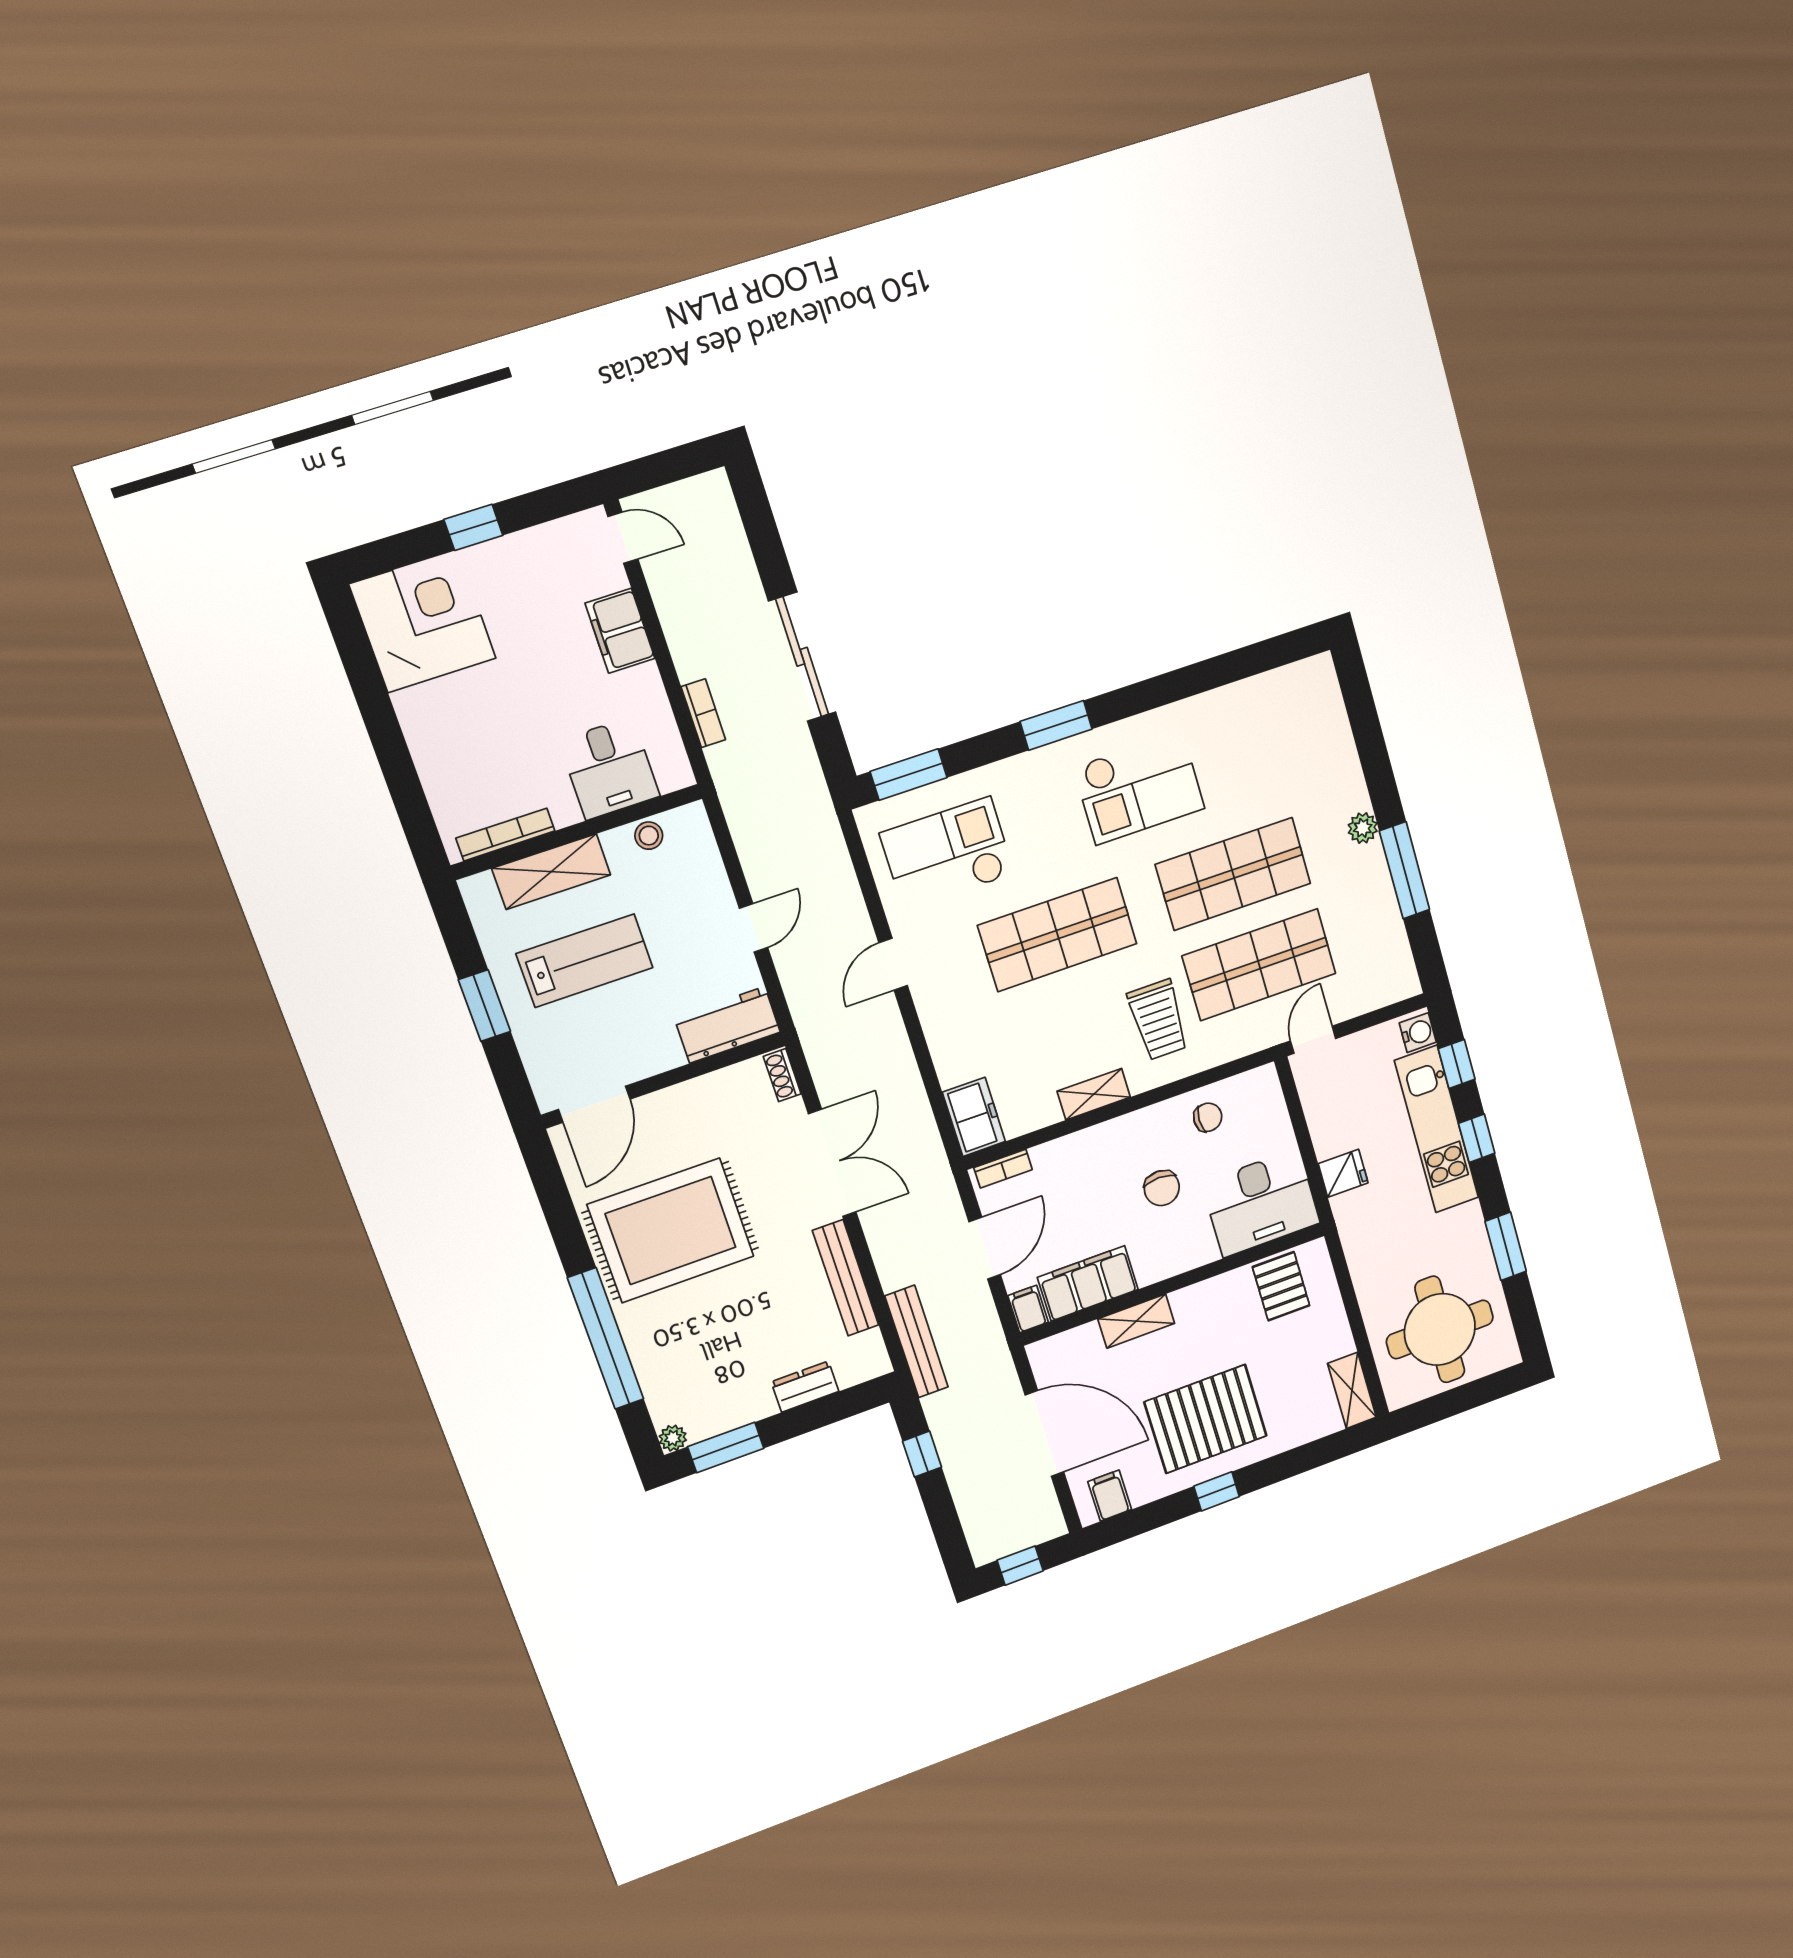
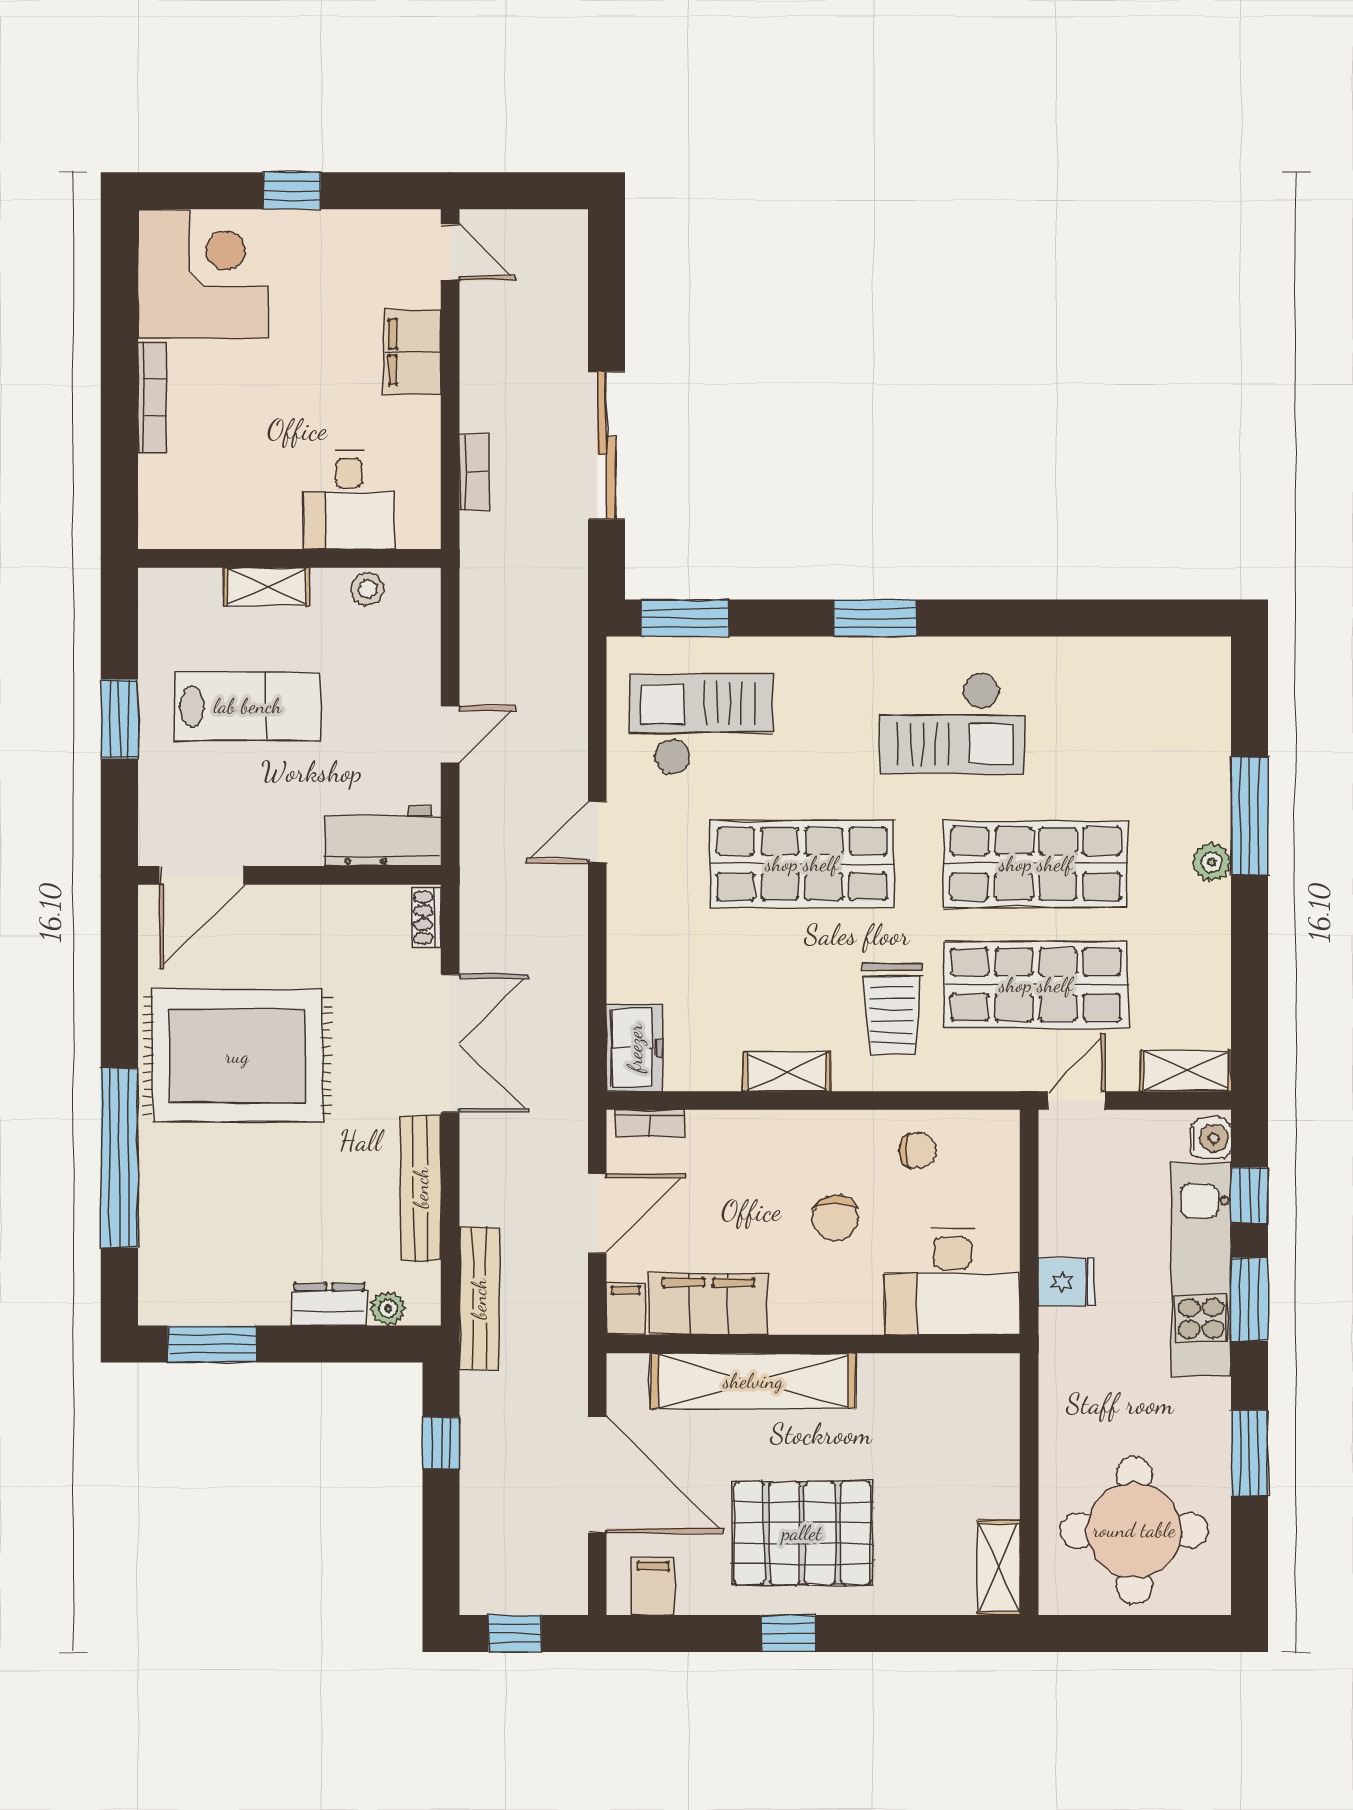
bookcase: (505, 835) -> (152, 398), moved, turned 90
window: (1405, 870) -> (1250, 816), moved
shelving: (551, 872) -> (267, 587), width x0.67, depth x0.75
shelving: (1386, 990) -> (1186, 1071), added
window: (1477, 1138) -> (1250, 1299), width x1.50
pallet: (1281, 1286) -> (947, 1398), removed
shelving: (1136, 1321) -> (753, 1381), width x2.20, depth x1.33
plant: (673, 1438) -> (388, 1308), moved

